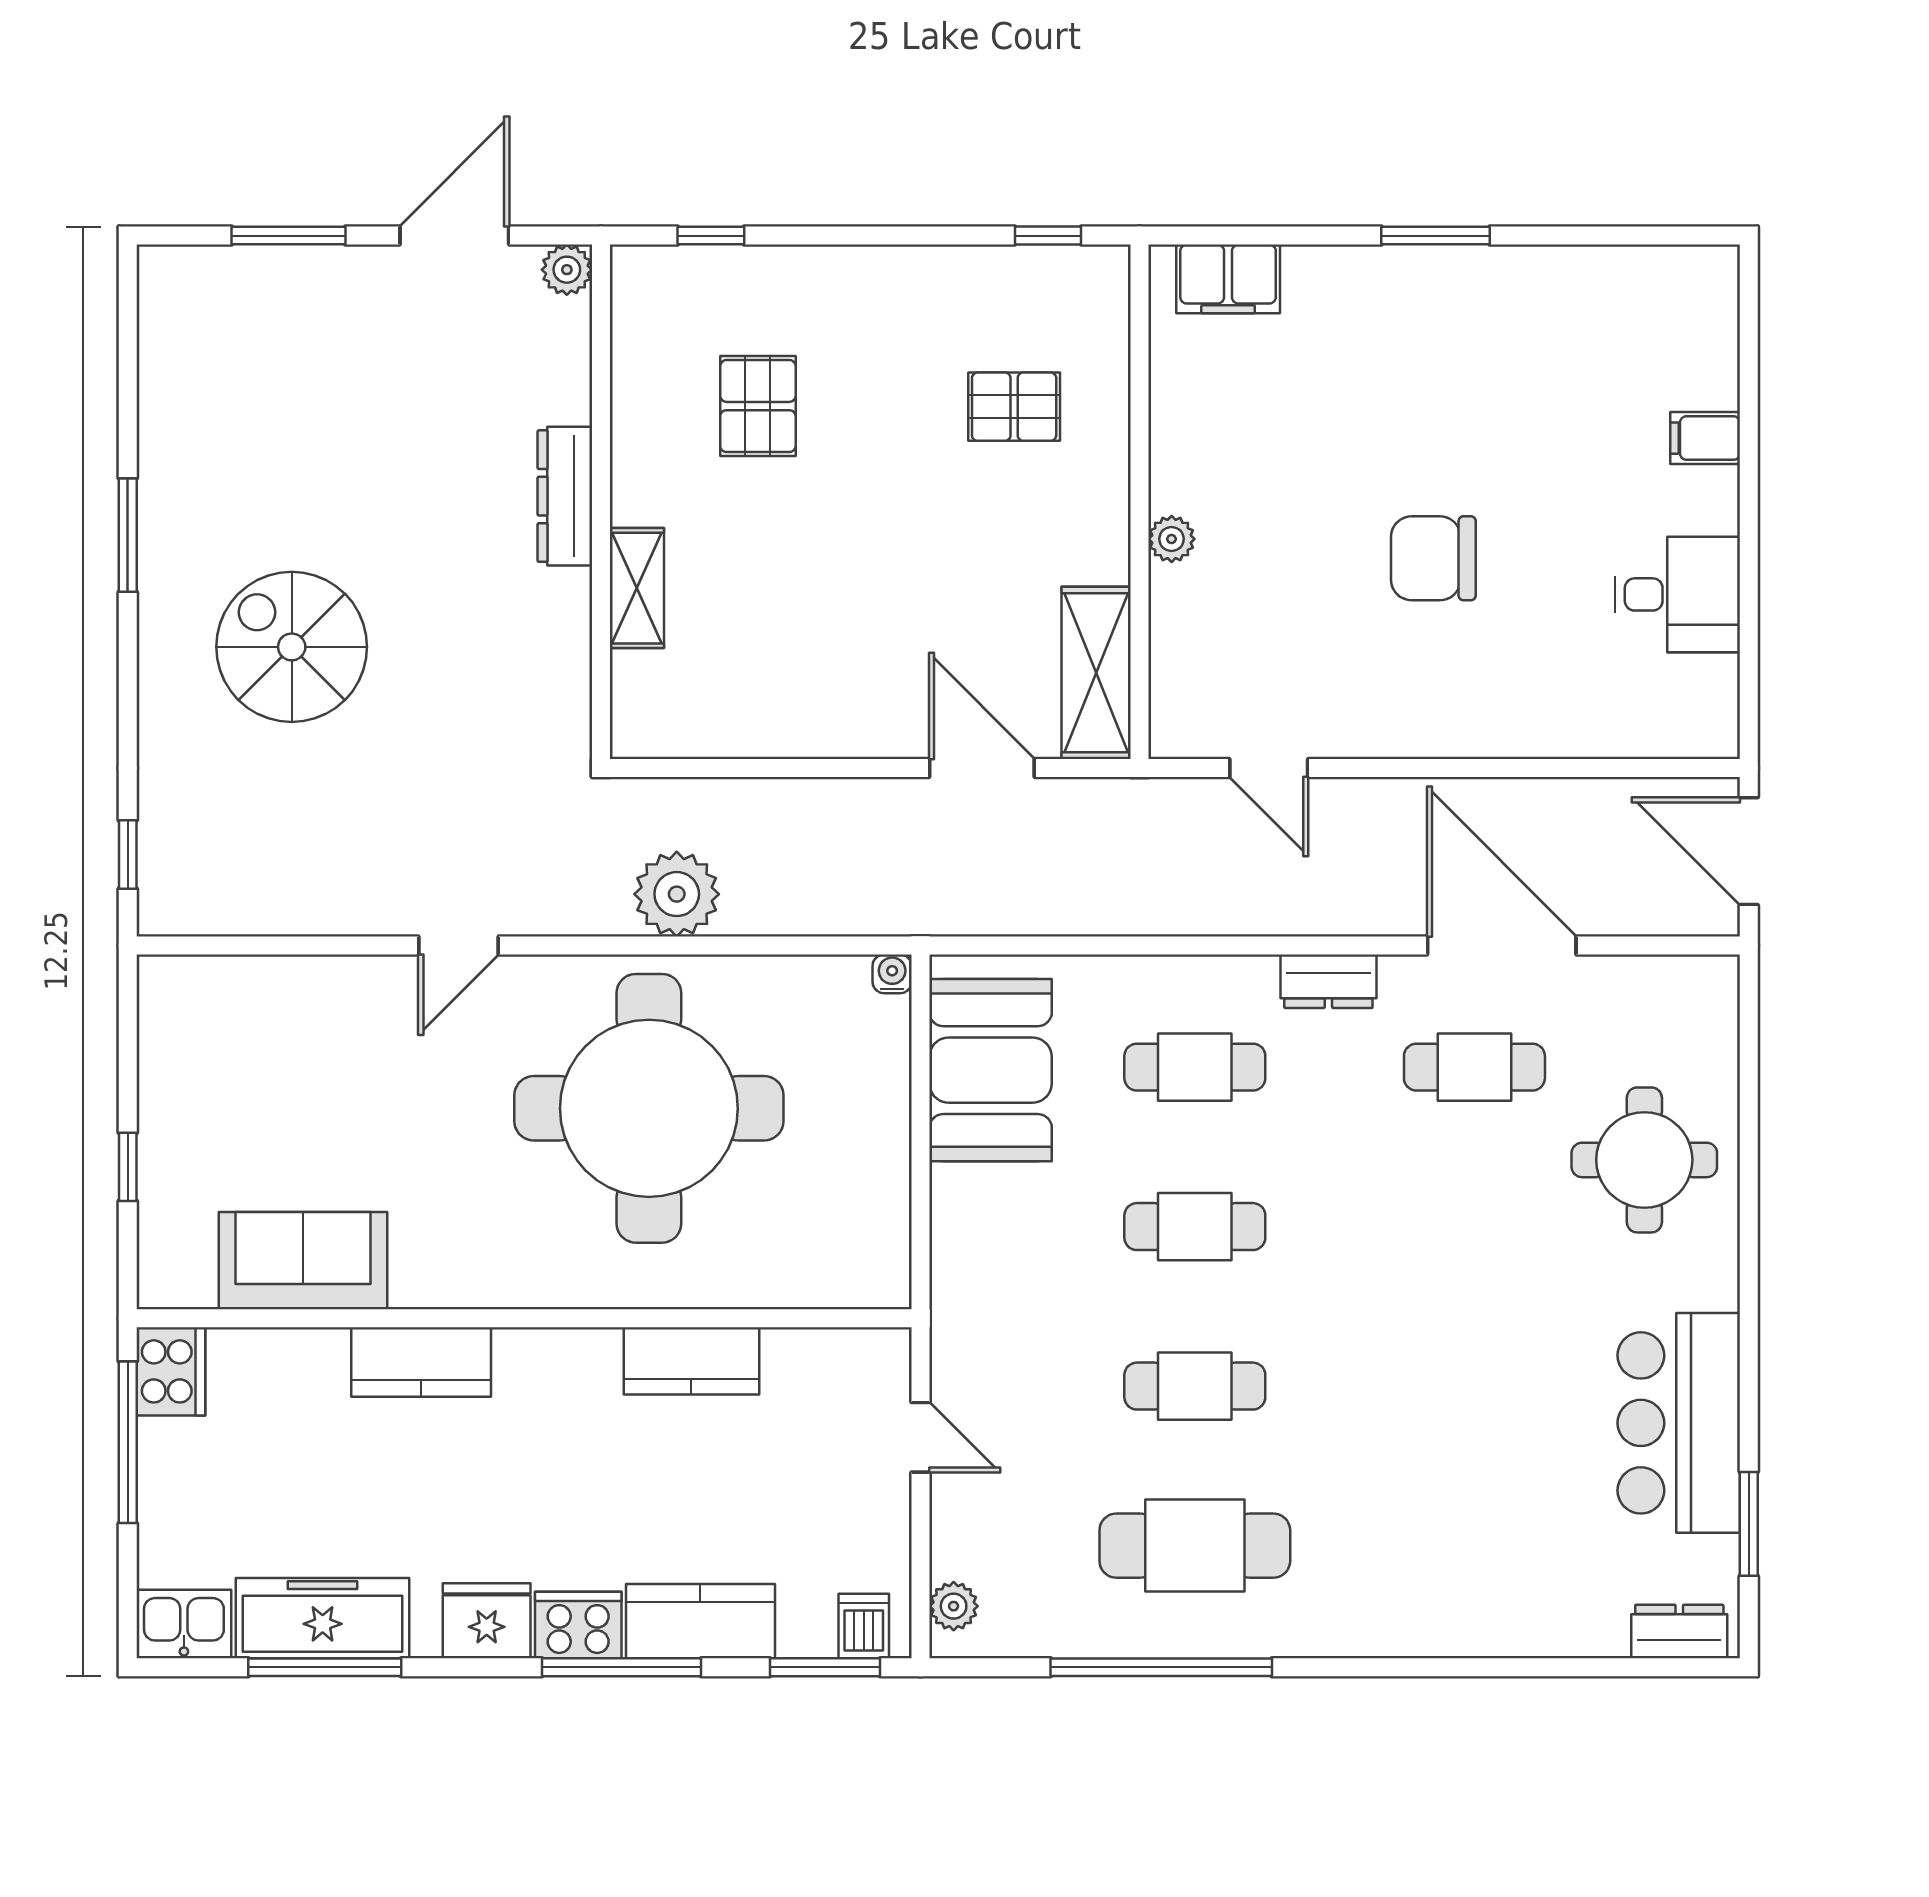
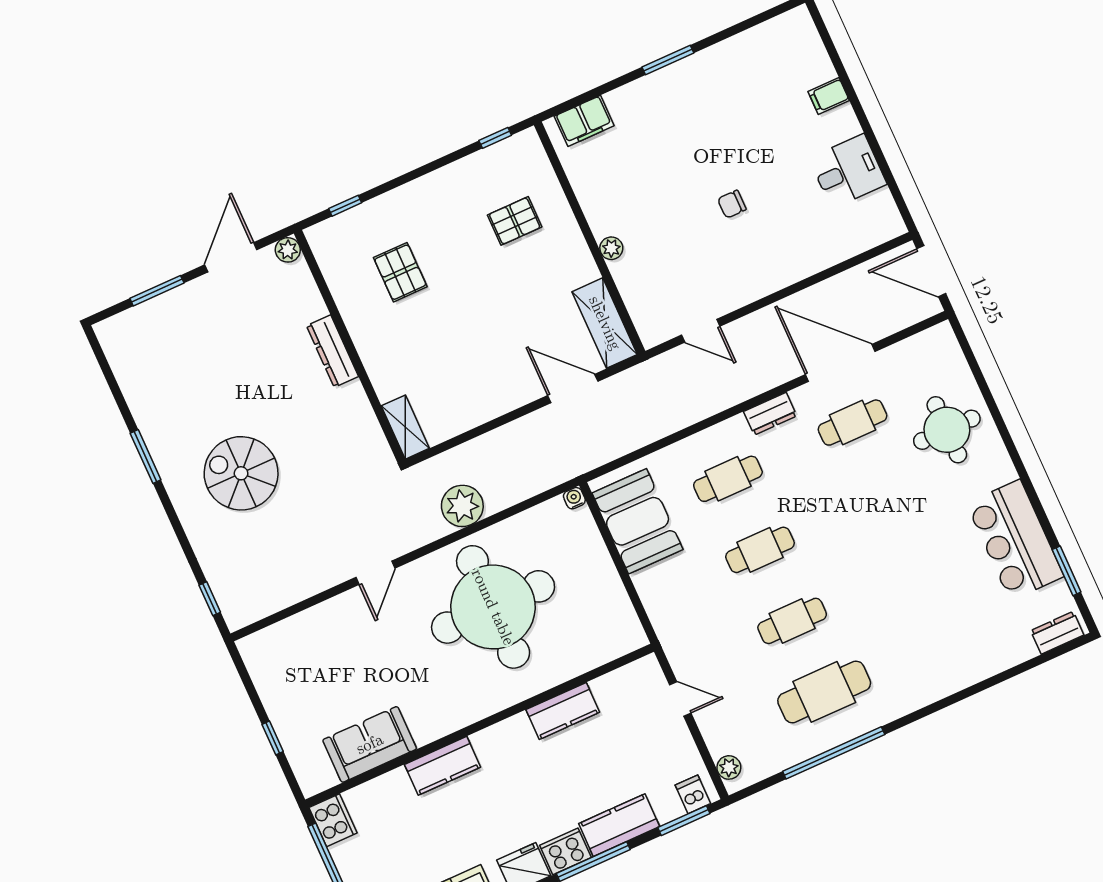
chair: (1433, 558) -> (732, 204), width x0.54, depth x0.54
shelving: (637, 588) -> (405, 427), moved

